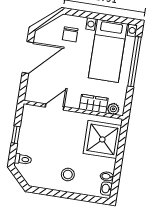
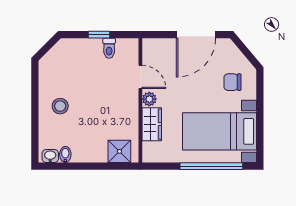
door: (28, 57) -> (196, 35), hinge flipped
plant: (113, 109) -> (149, 99), moved
shower: (102, 139) -> (119, 151), width x0.54, depth x0.54
toilet: (23, 159) -> (109, 48), moved

